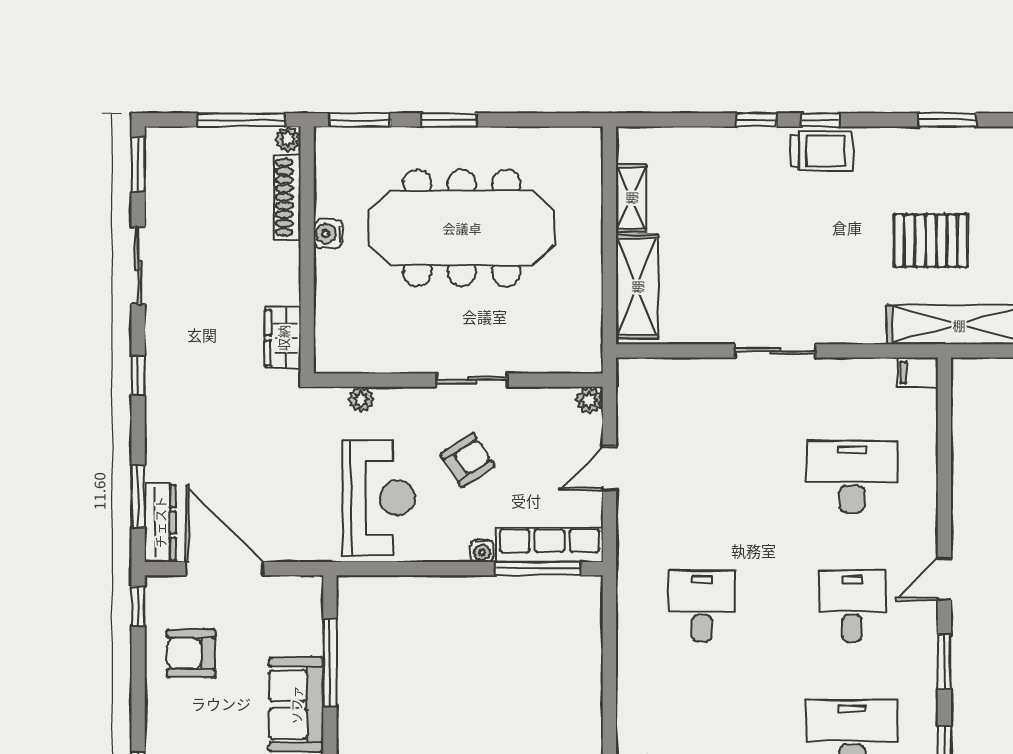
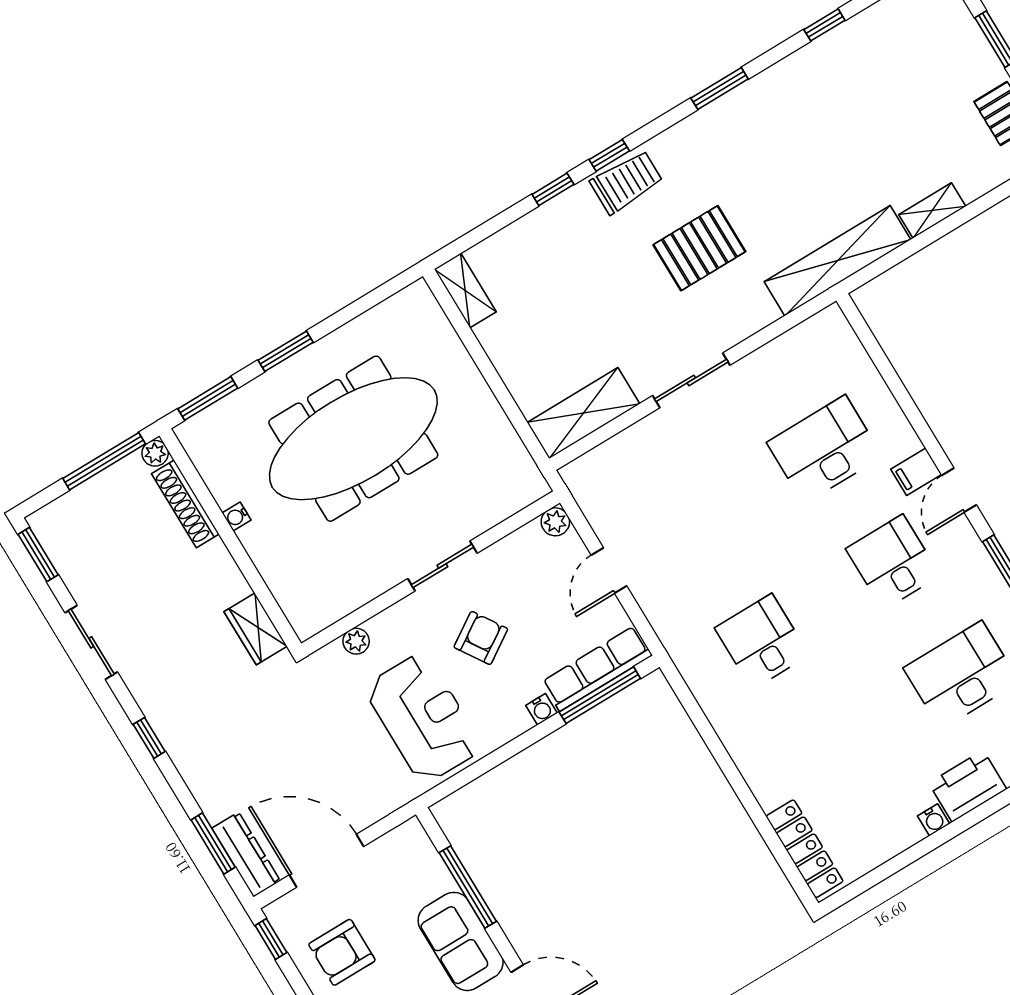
shelving: (631, 198) -> (465, 290), moved
water cooler: (328, 234) -> (237, 517), width x0.72, depth x0.72
pallet: (931, 241) -> (699, 248), moved
shelving: (637, 287) -> (584, 413), moved, turned 90
filing cabinet: (918, 372) -> (916, 472), moved

